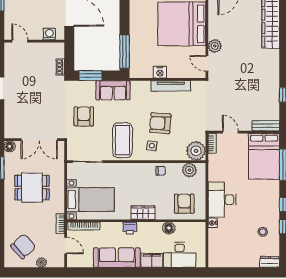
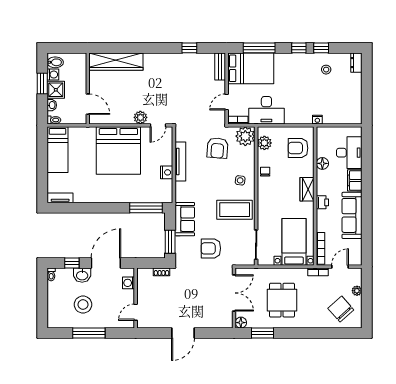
armchair: (160, 123) -> (217, 148), moved
desk: (222, 200) -> (266, 110), moved

